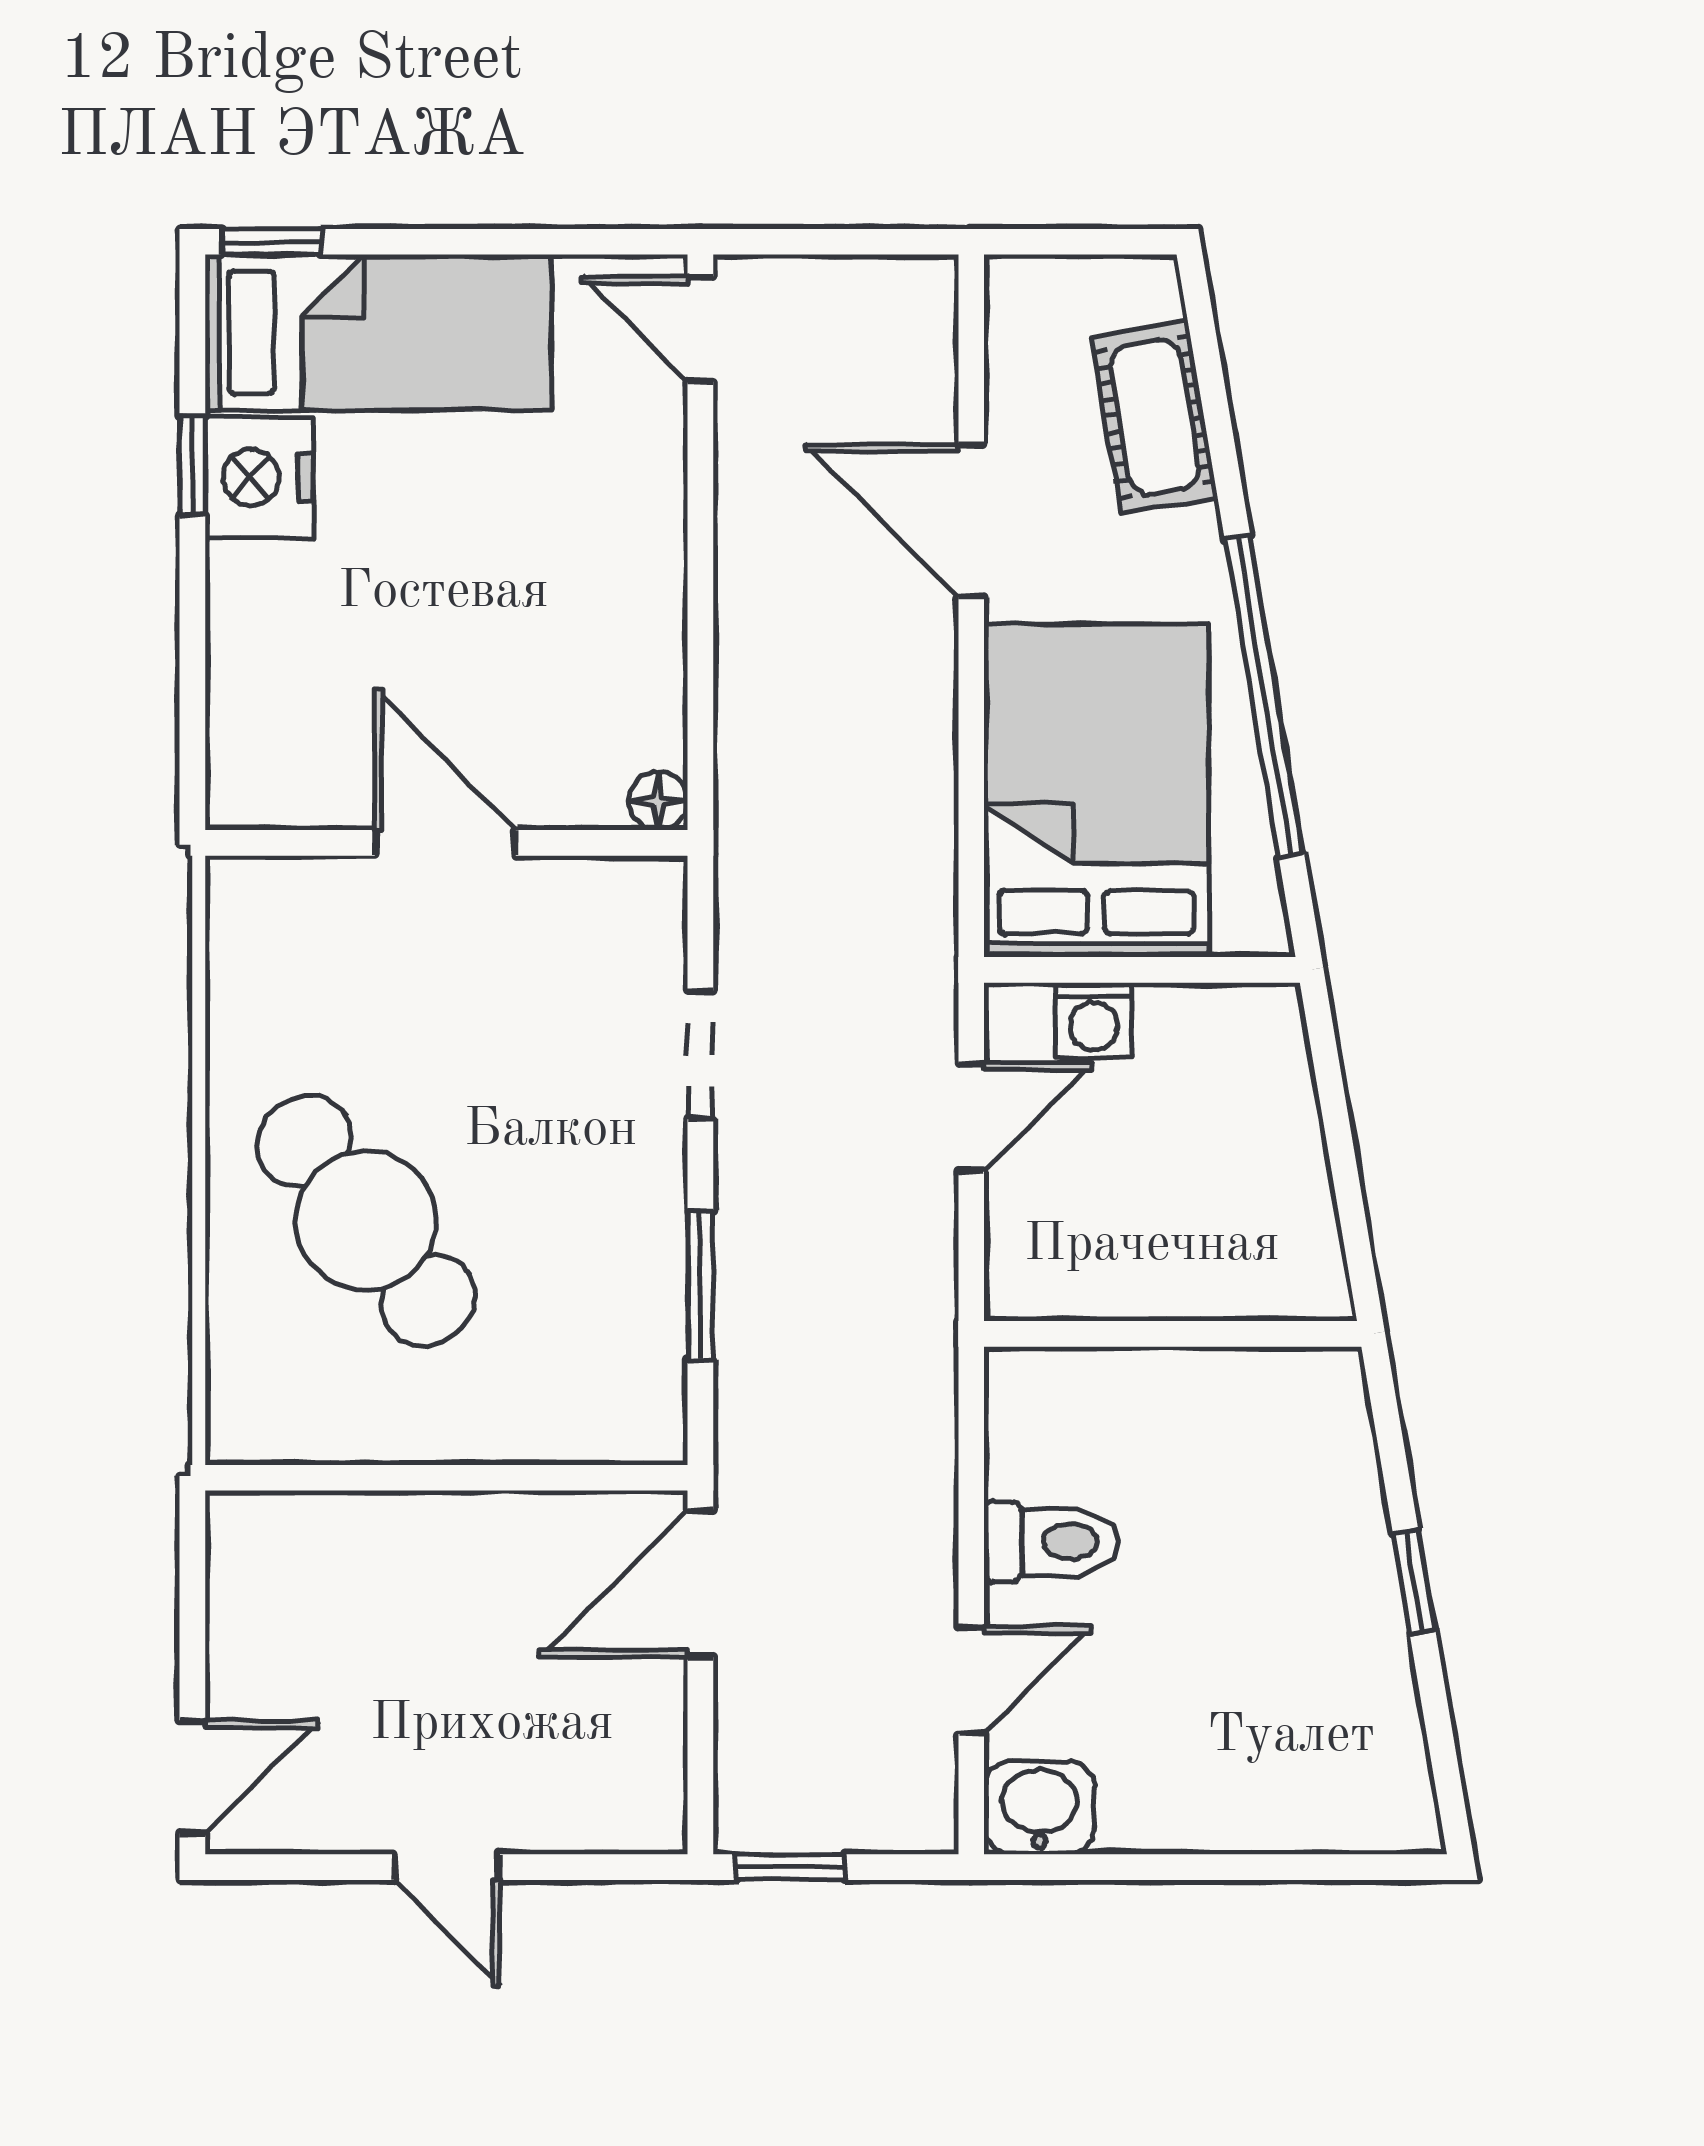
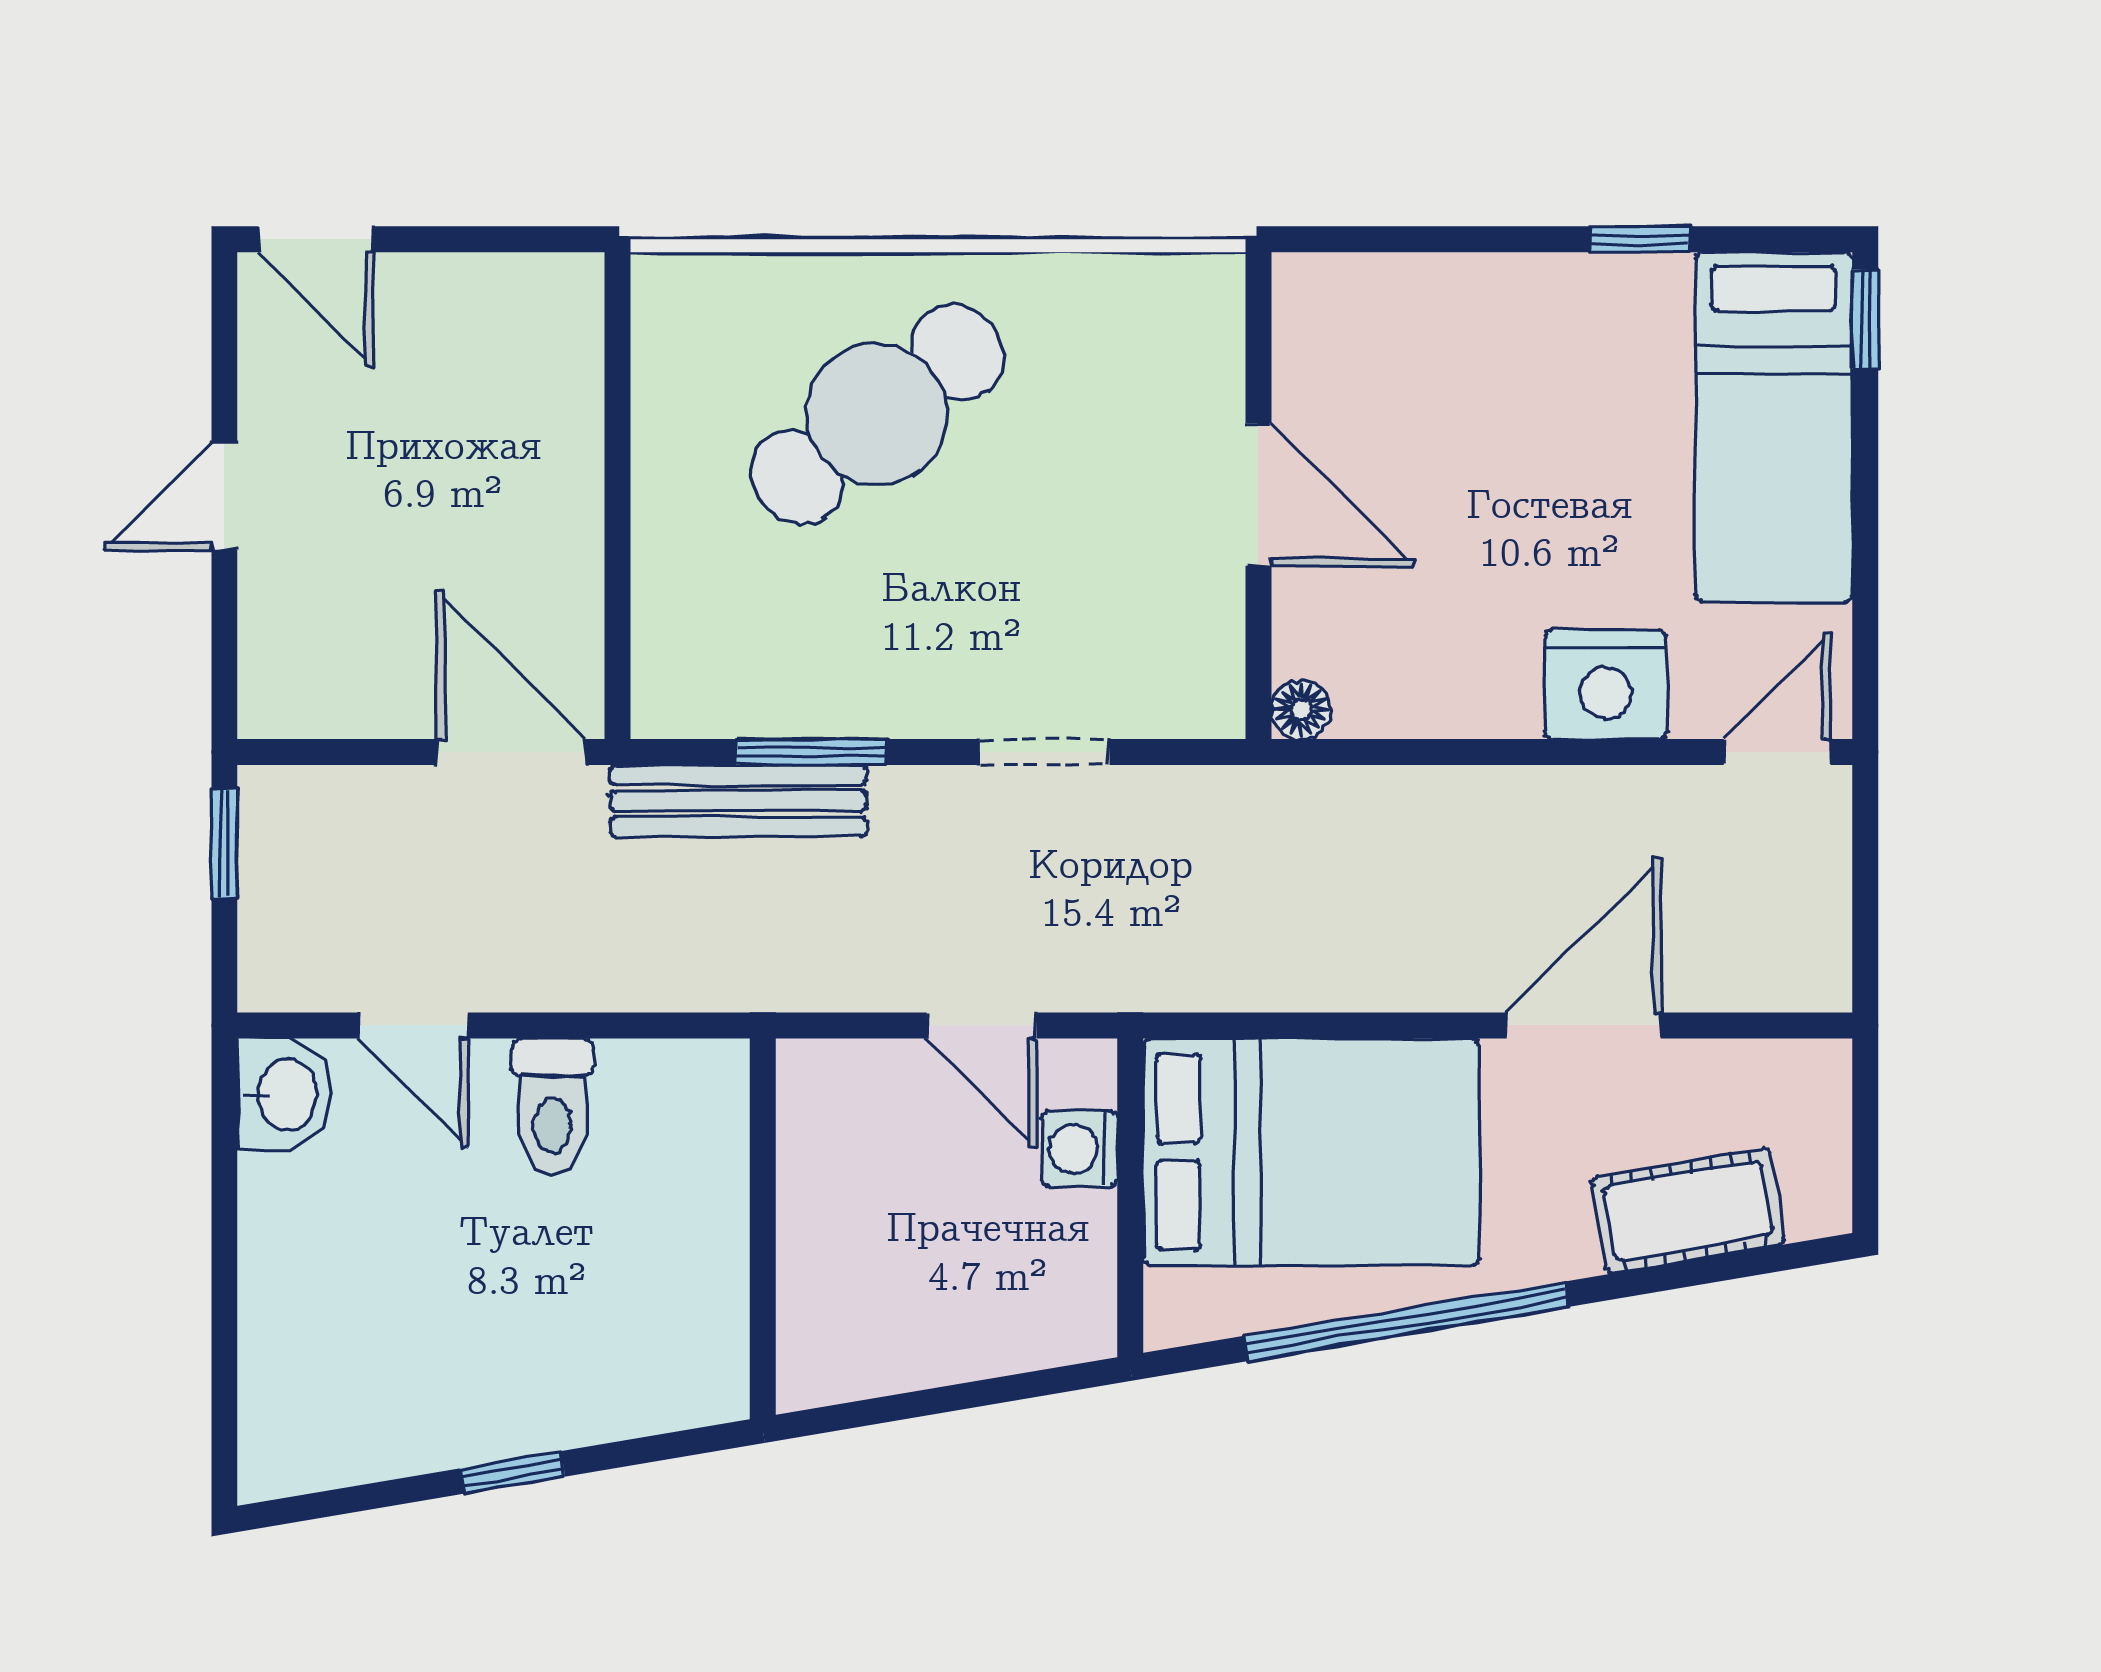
nightstand: (259, 477) -> (1606, 685), moved, turned 180
door: (445, 843) -> (1258, 494), hinge flipped
bench: (749, 1358) -> (738, 801), added

